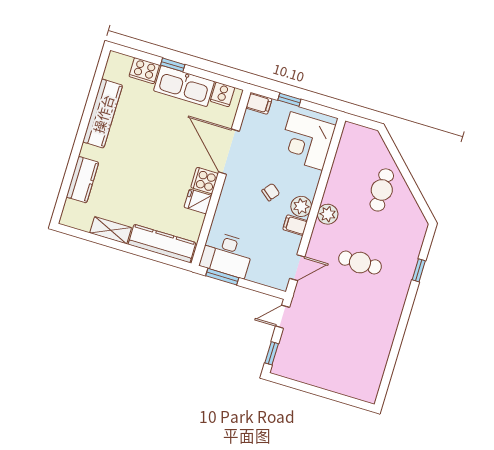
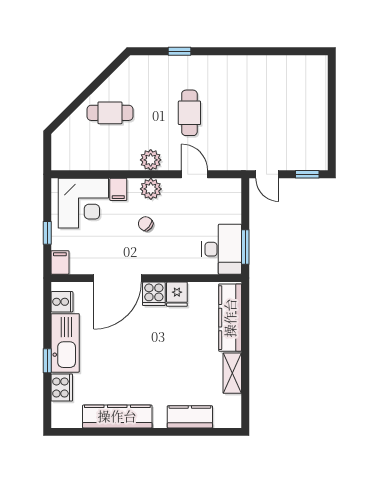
filing cabinet: (295, 225) -> (118, 189), moved
door: (297, 268) -> (195, 174), moved

